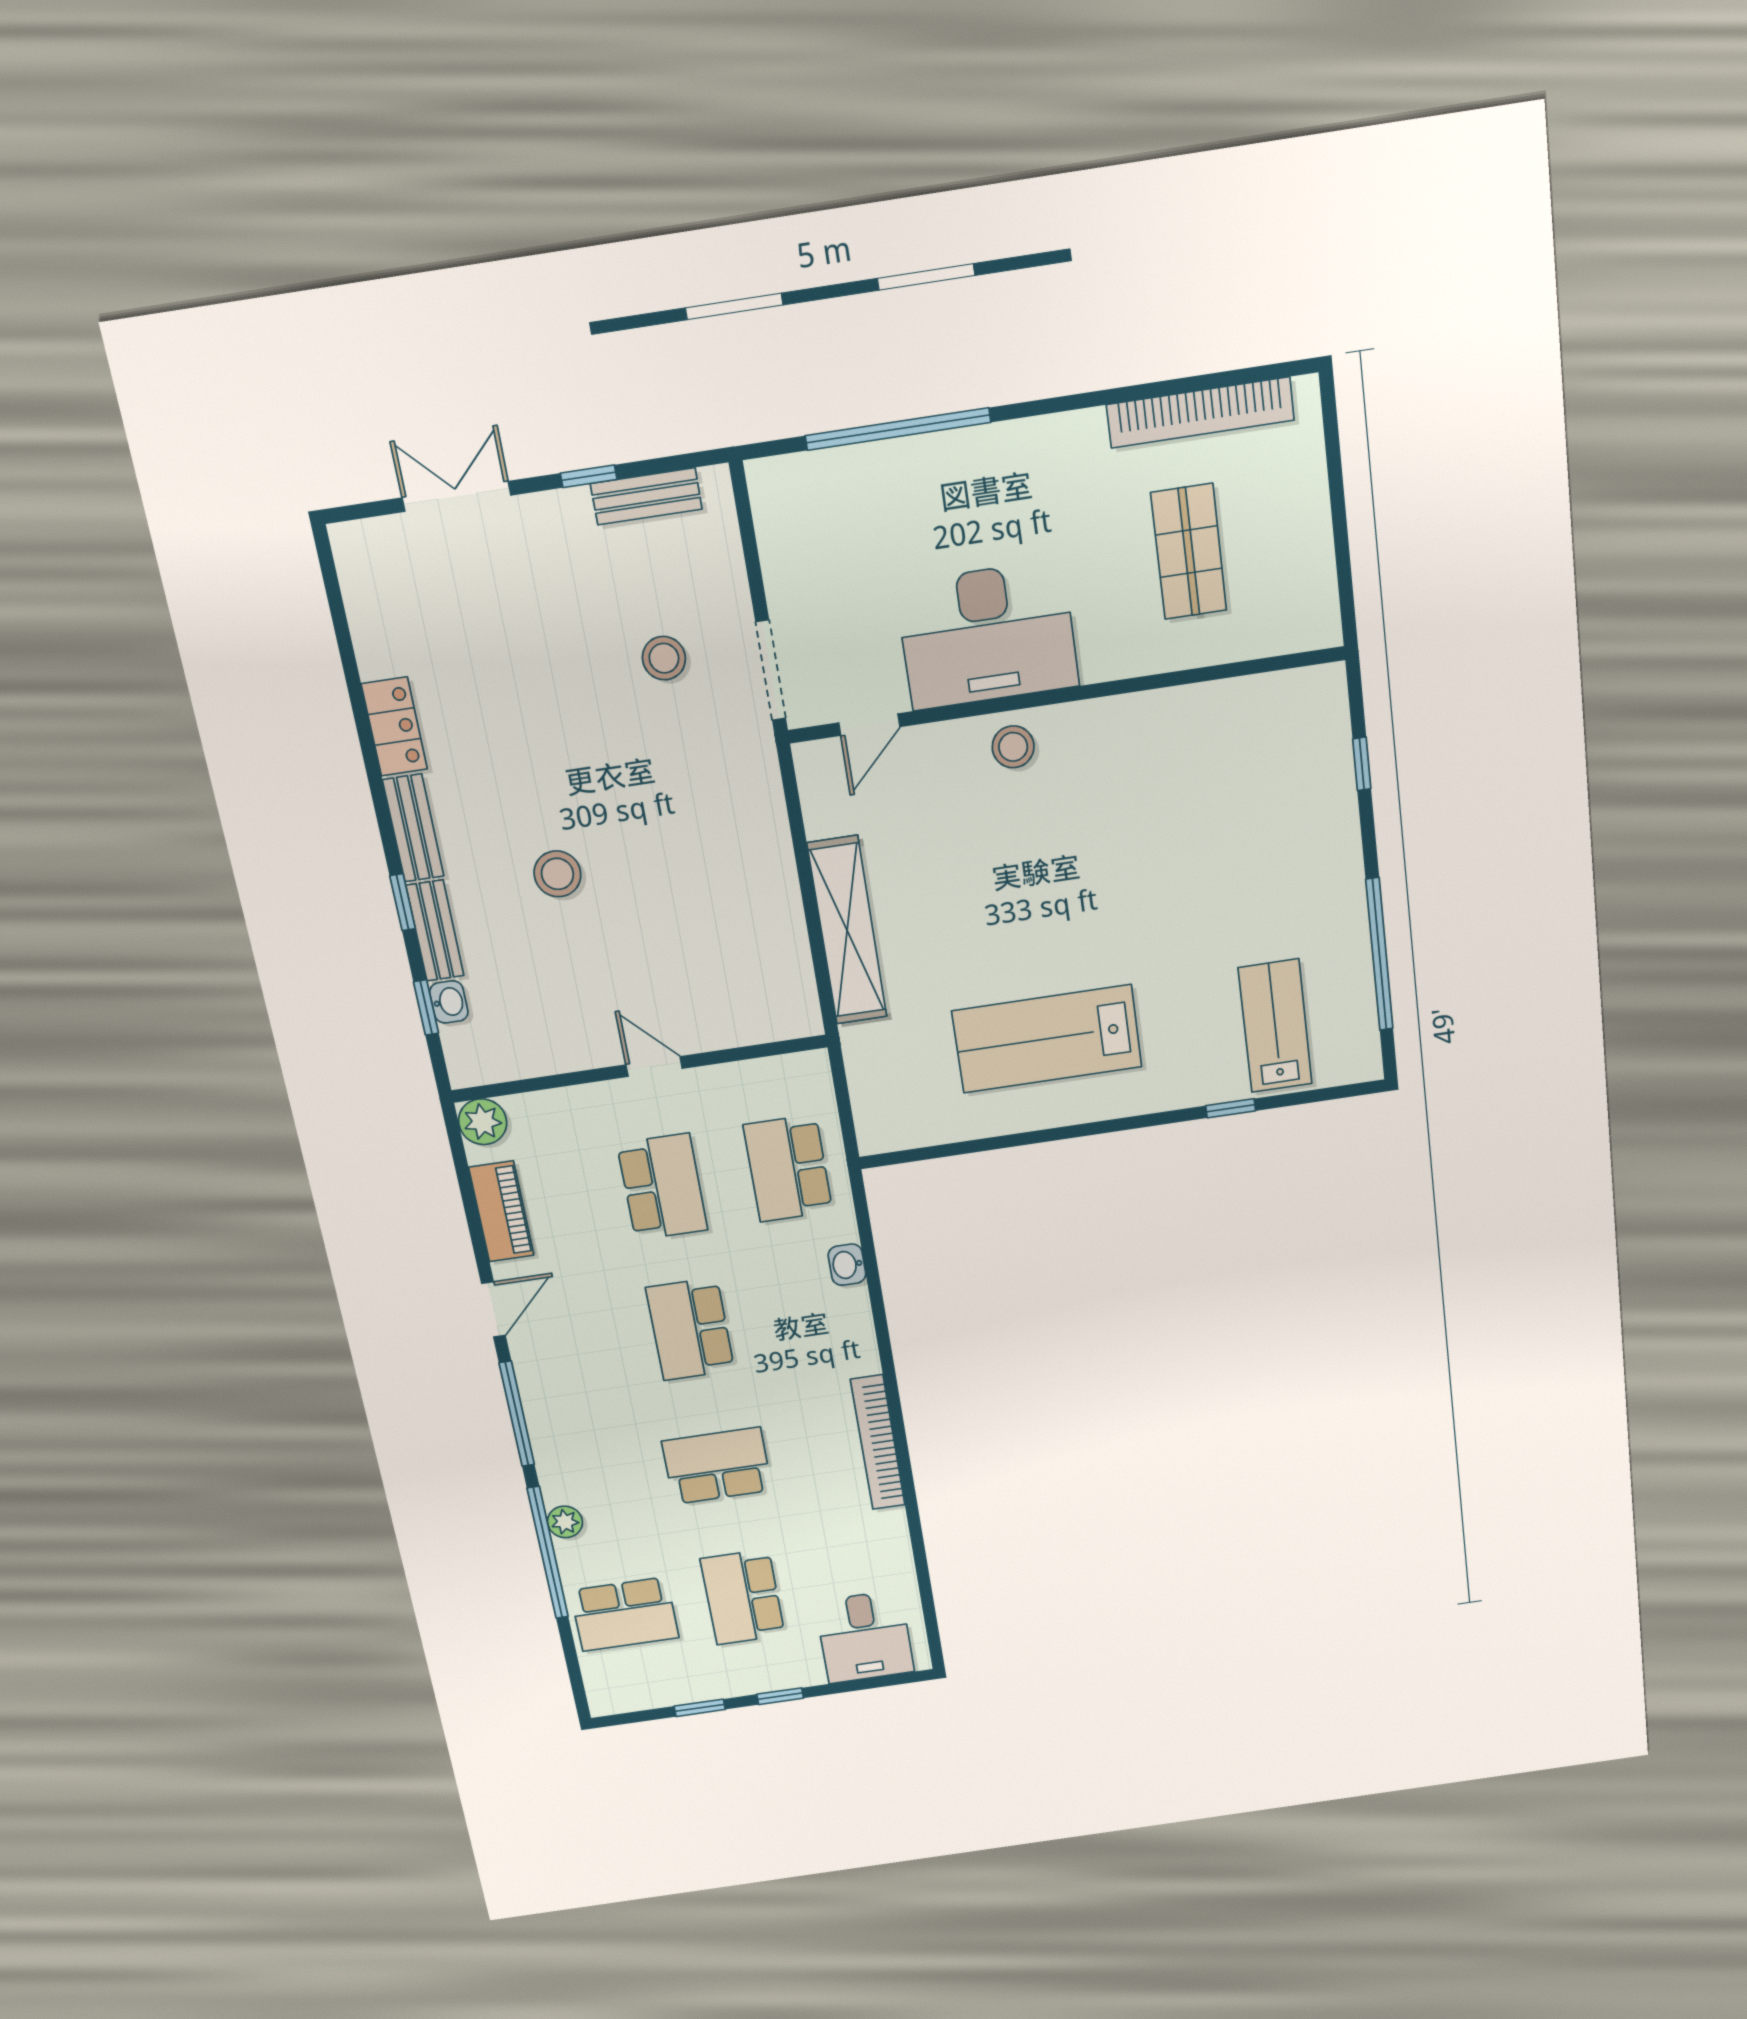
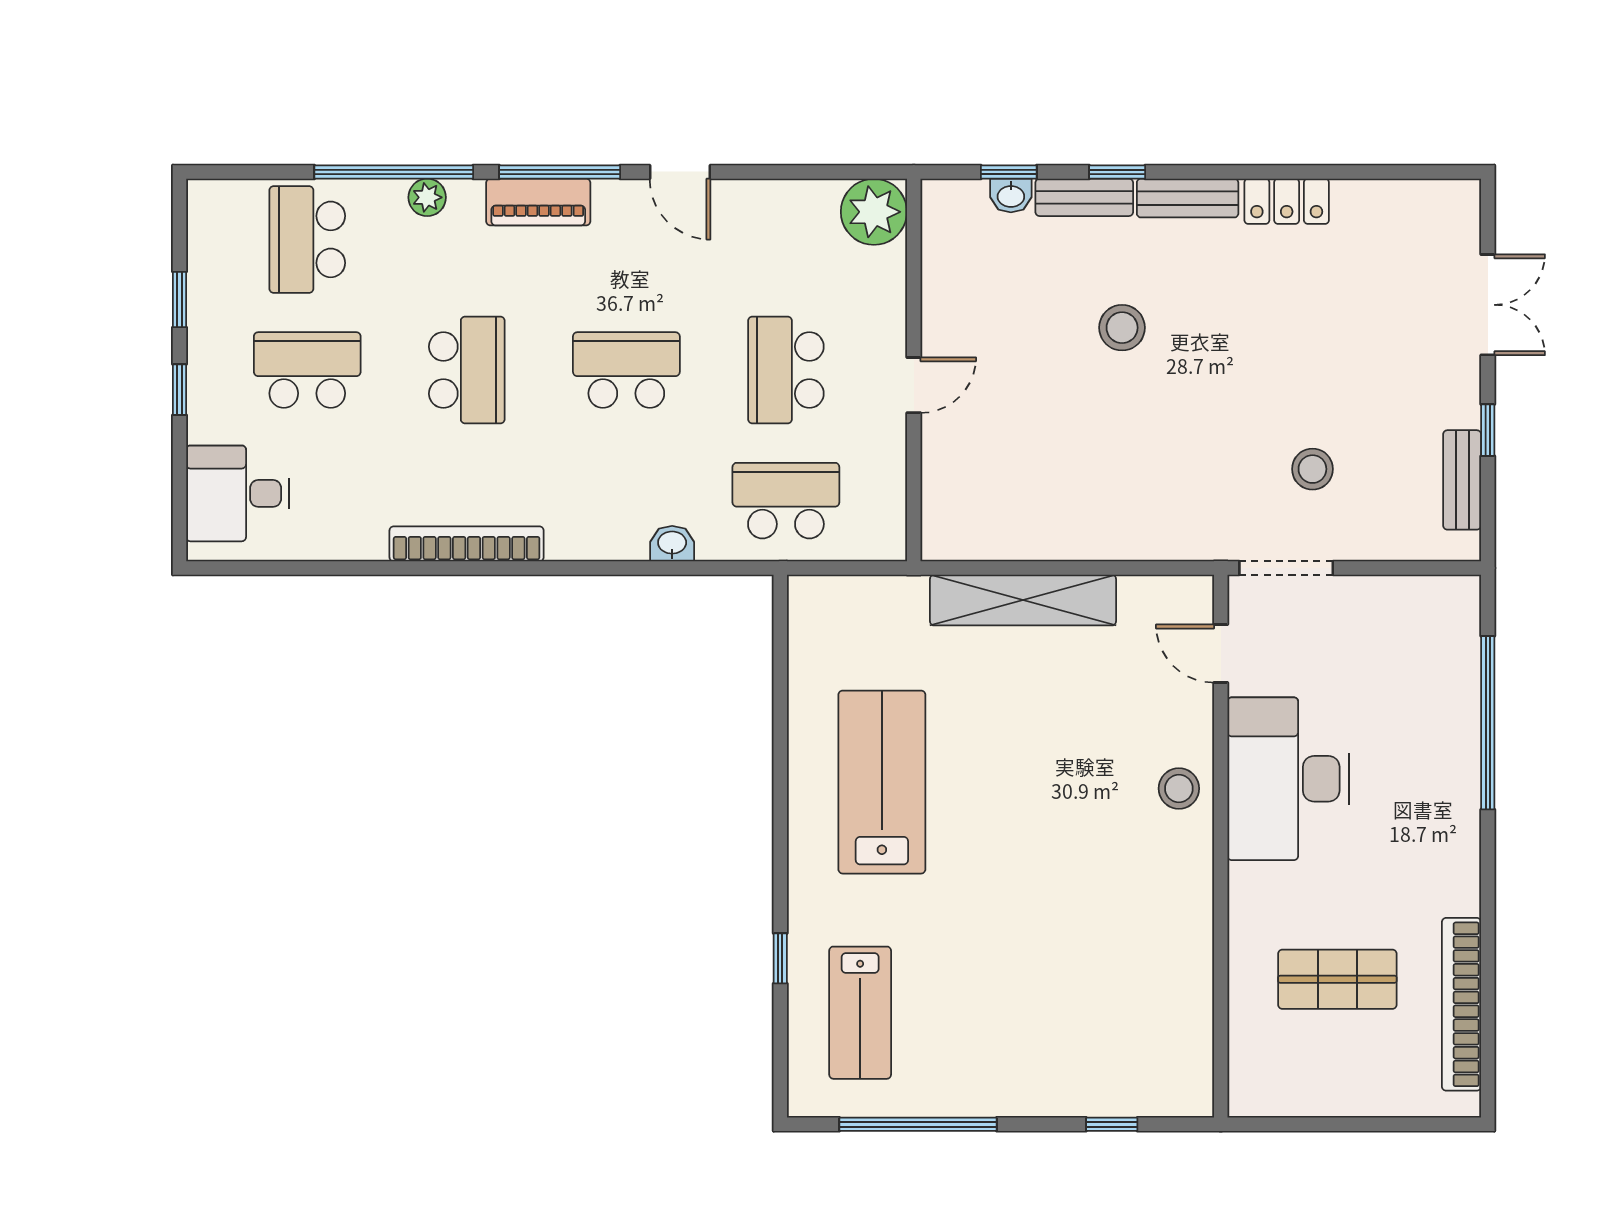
lab bench: (1275, 1026) -> (860, 1013), turned 90
plant: (483, 1122) -> (874, 212), width x1.36, depth x1.36
school desk: (662, 1187) -> (786, 370), turned 90
piano: (501, 1211) -> (538, 202), moved

